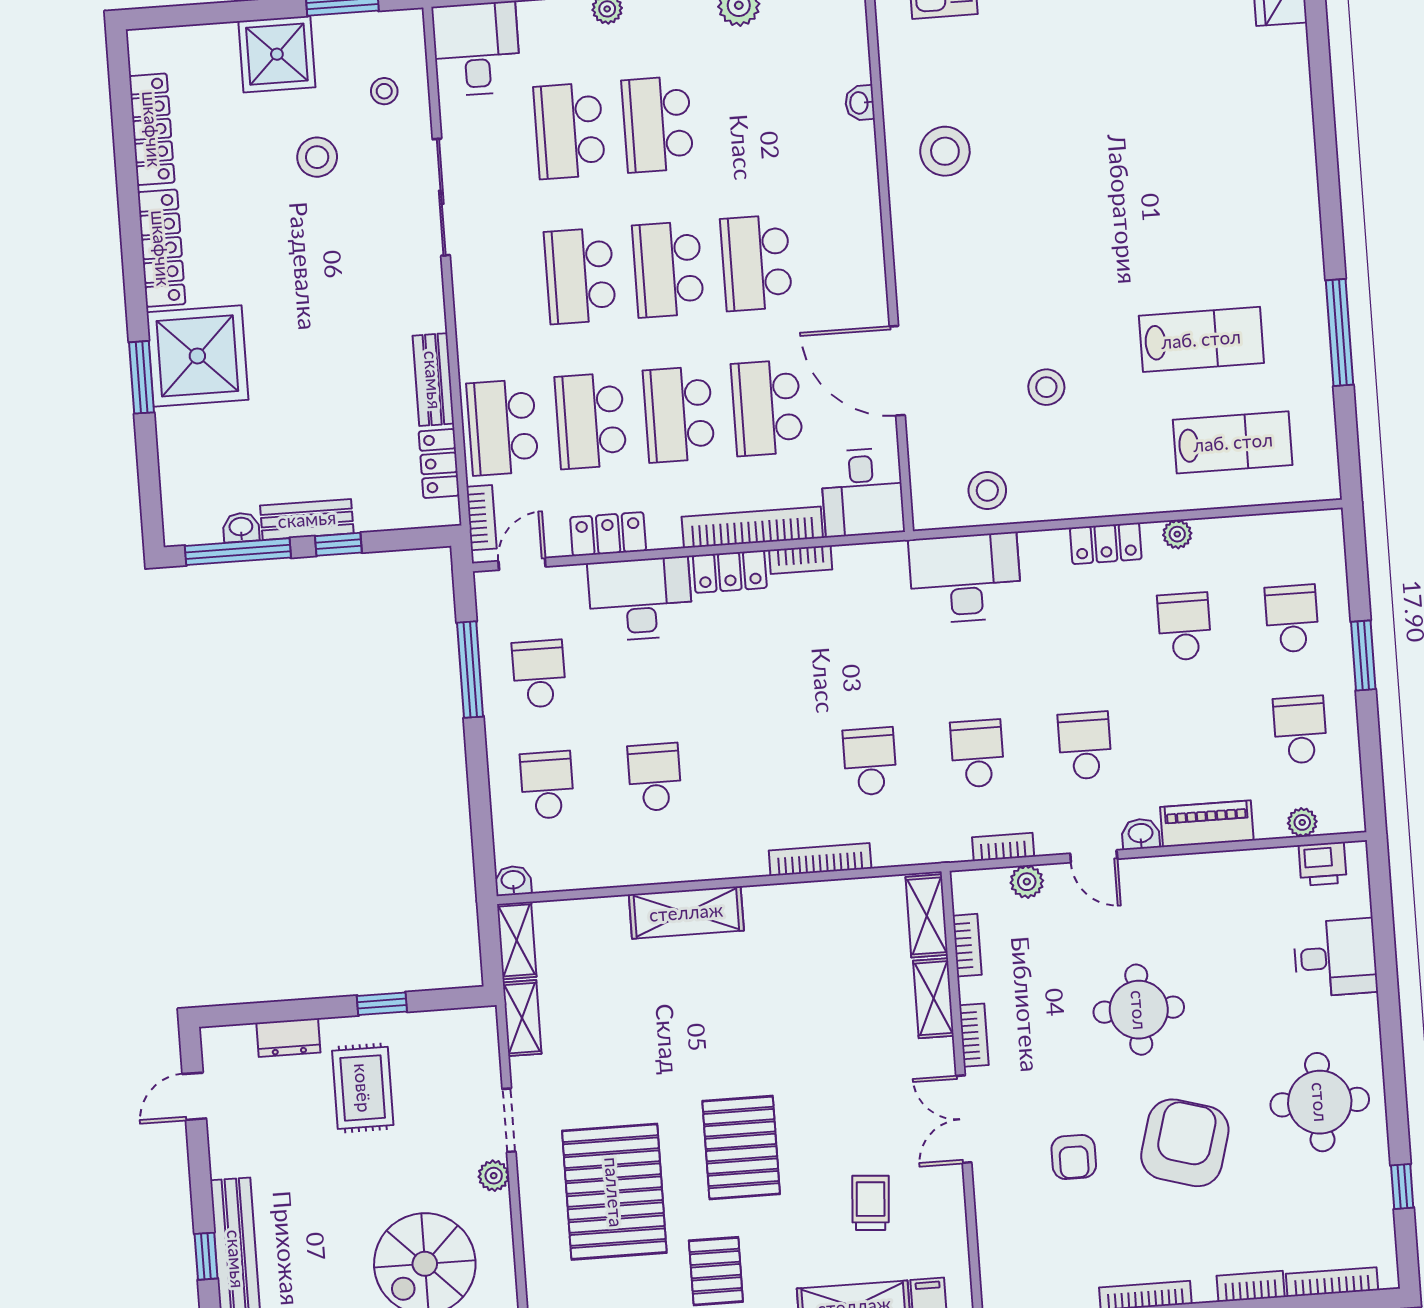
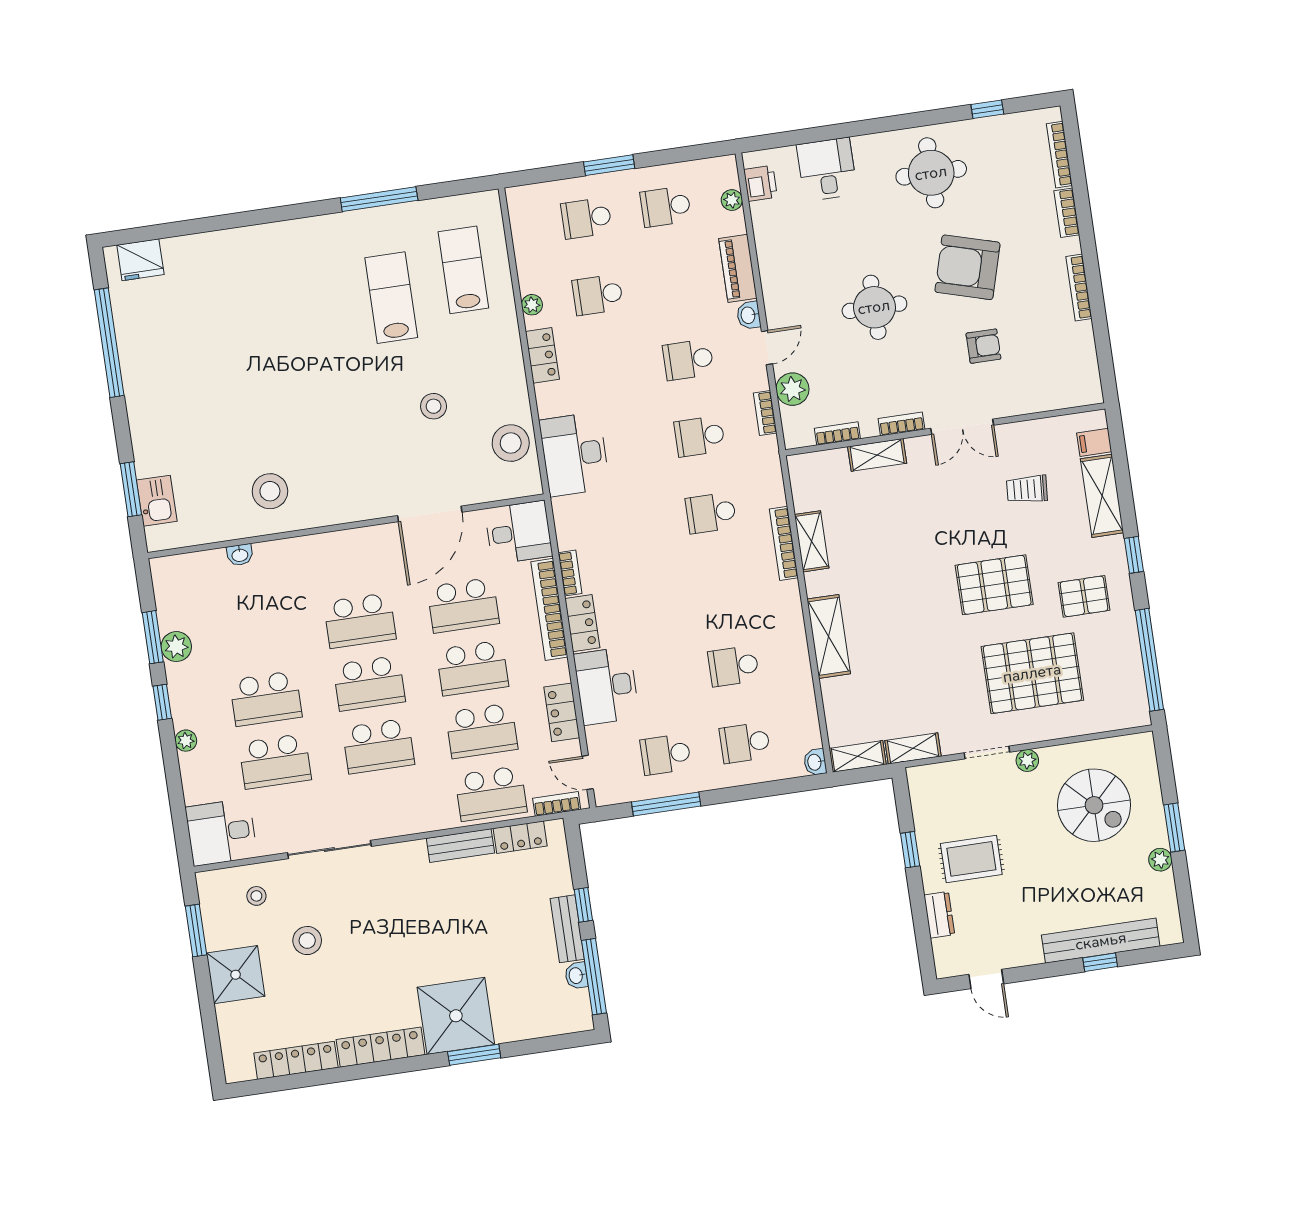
stool: (987, 491) -> (511, 443), width x1.38, depth x1.38
plant: (1027, 882) -> (792, 389), width x1.38, depth x1.38
shelving: (927, 916) -> (812, 541), moved, turned 90

